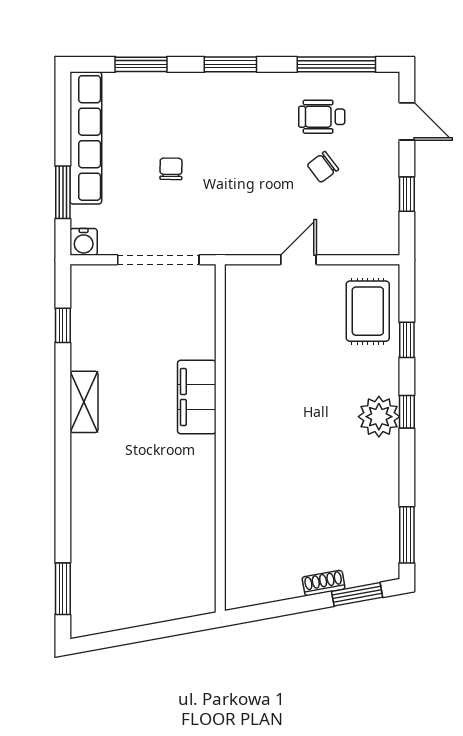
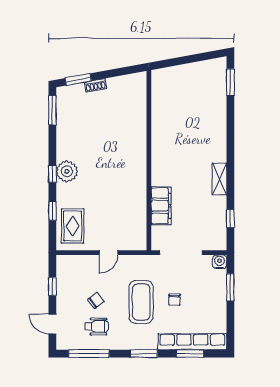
row of seats: (86, 138) -> (192, 342), moved, turned 90
coffee table: (235, 164) -> (141, 302), added
filing cabinet: (197, 397) -> (161, 206), moved

